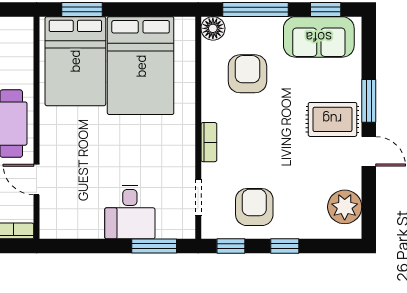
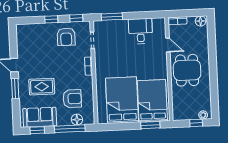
floor lamp: (213, 28) -> (77, 120), moved
armchair: (247, 74) -> (72, 99), turned -90
rug: (332, 119) -> (42, 87), moved
plant: (345, 207) -> (24, 39), removed
desk: (130, 212) -> (141, 31), moved

